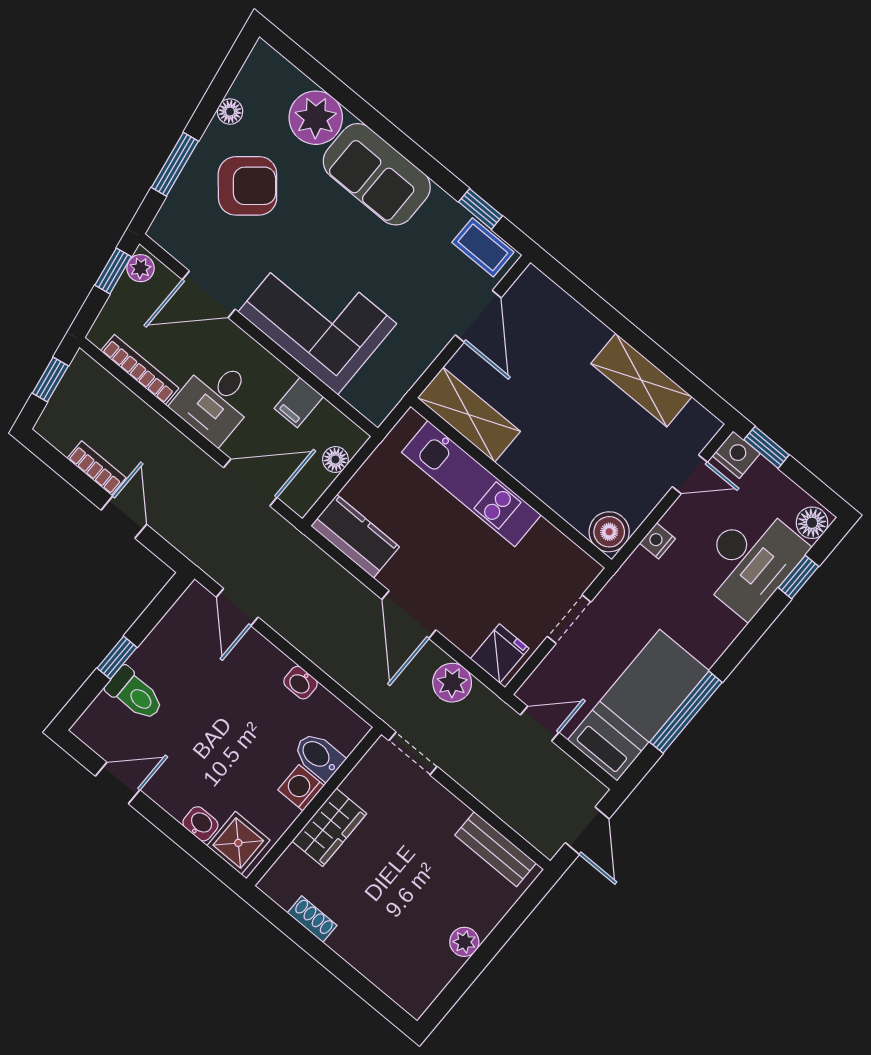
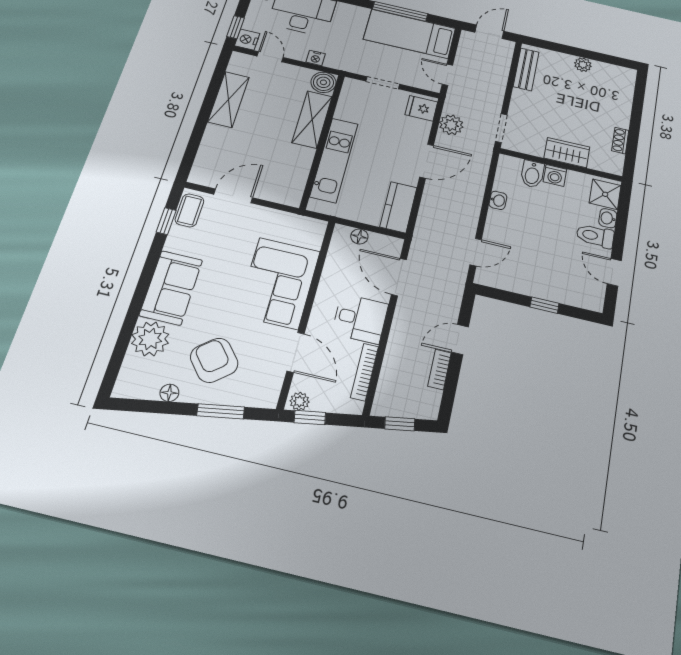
filing cabinet: (299, 403) -> (336, 271), removed
shelving: (469, 415) -> (312, 119), moved
toilet: (135, 694) -> (595, 236), moved, turned -90

